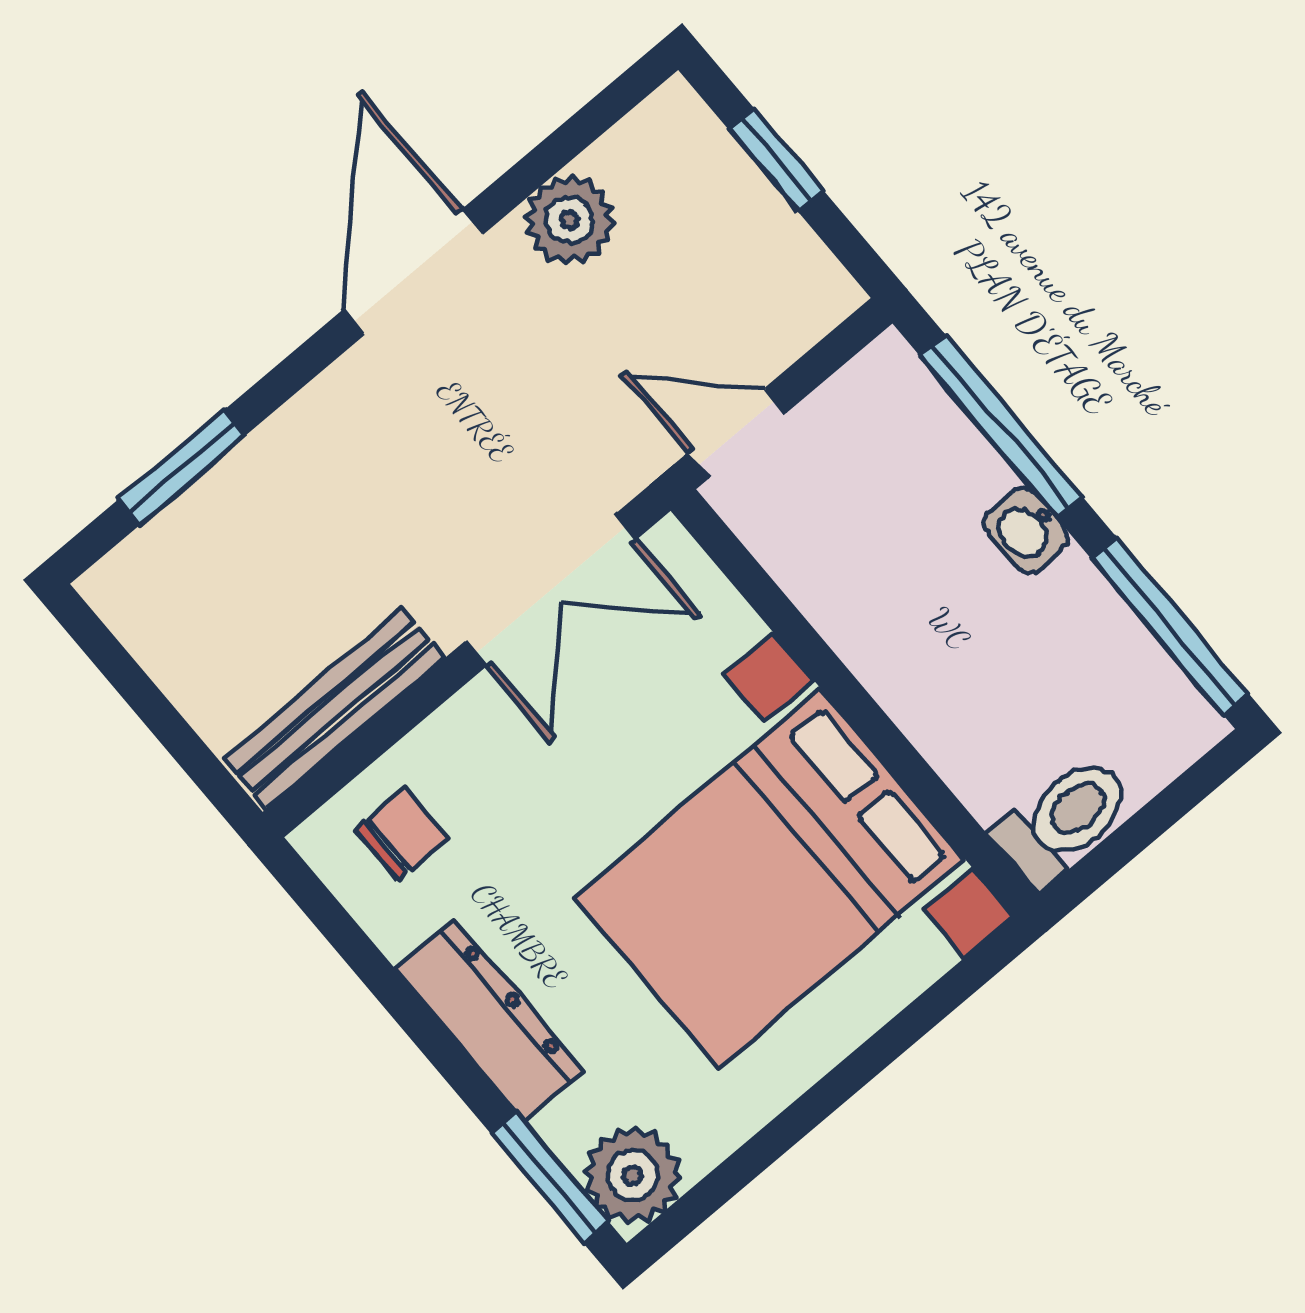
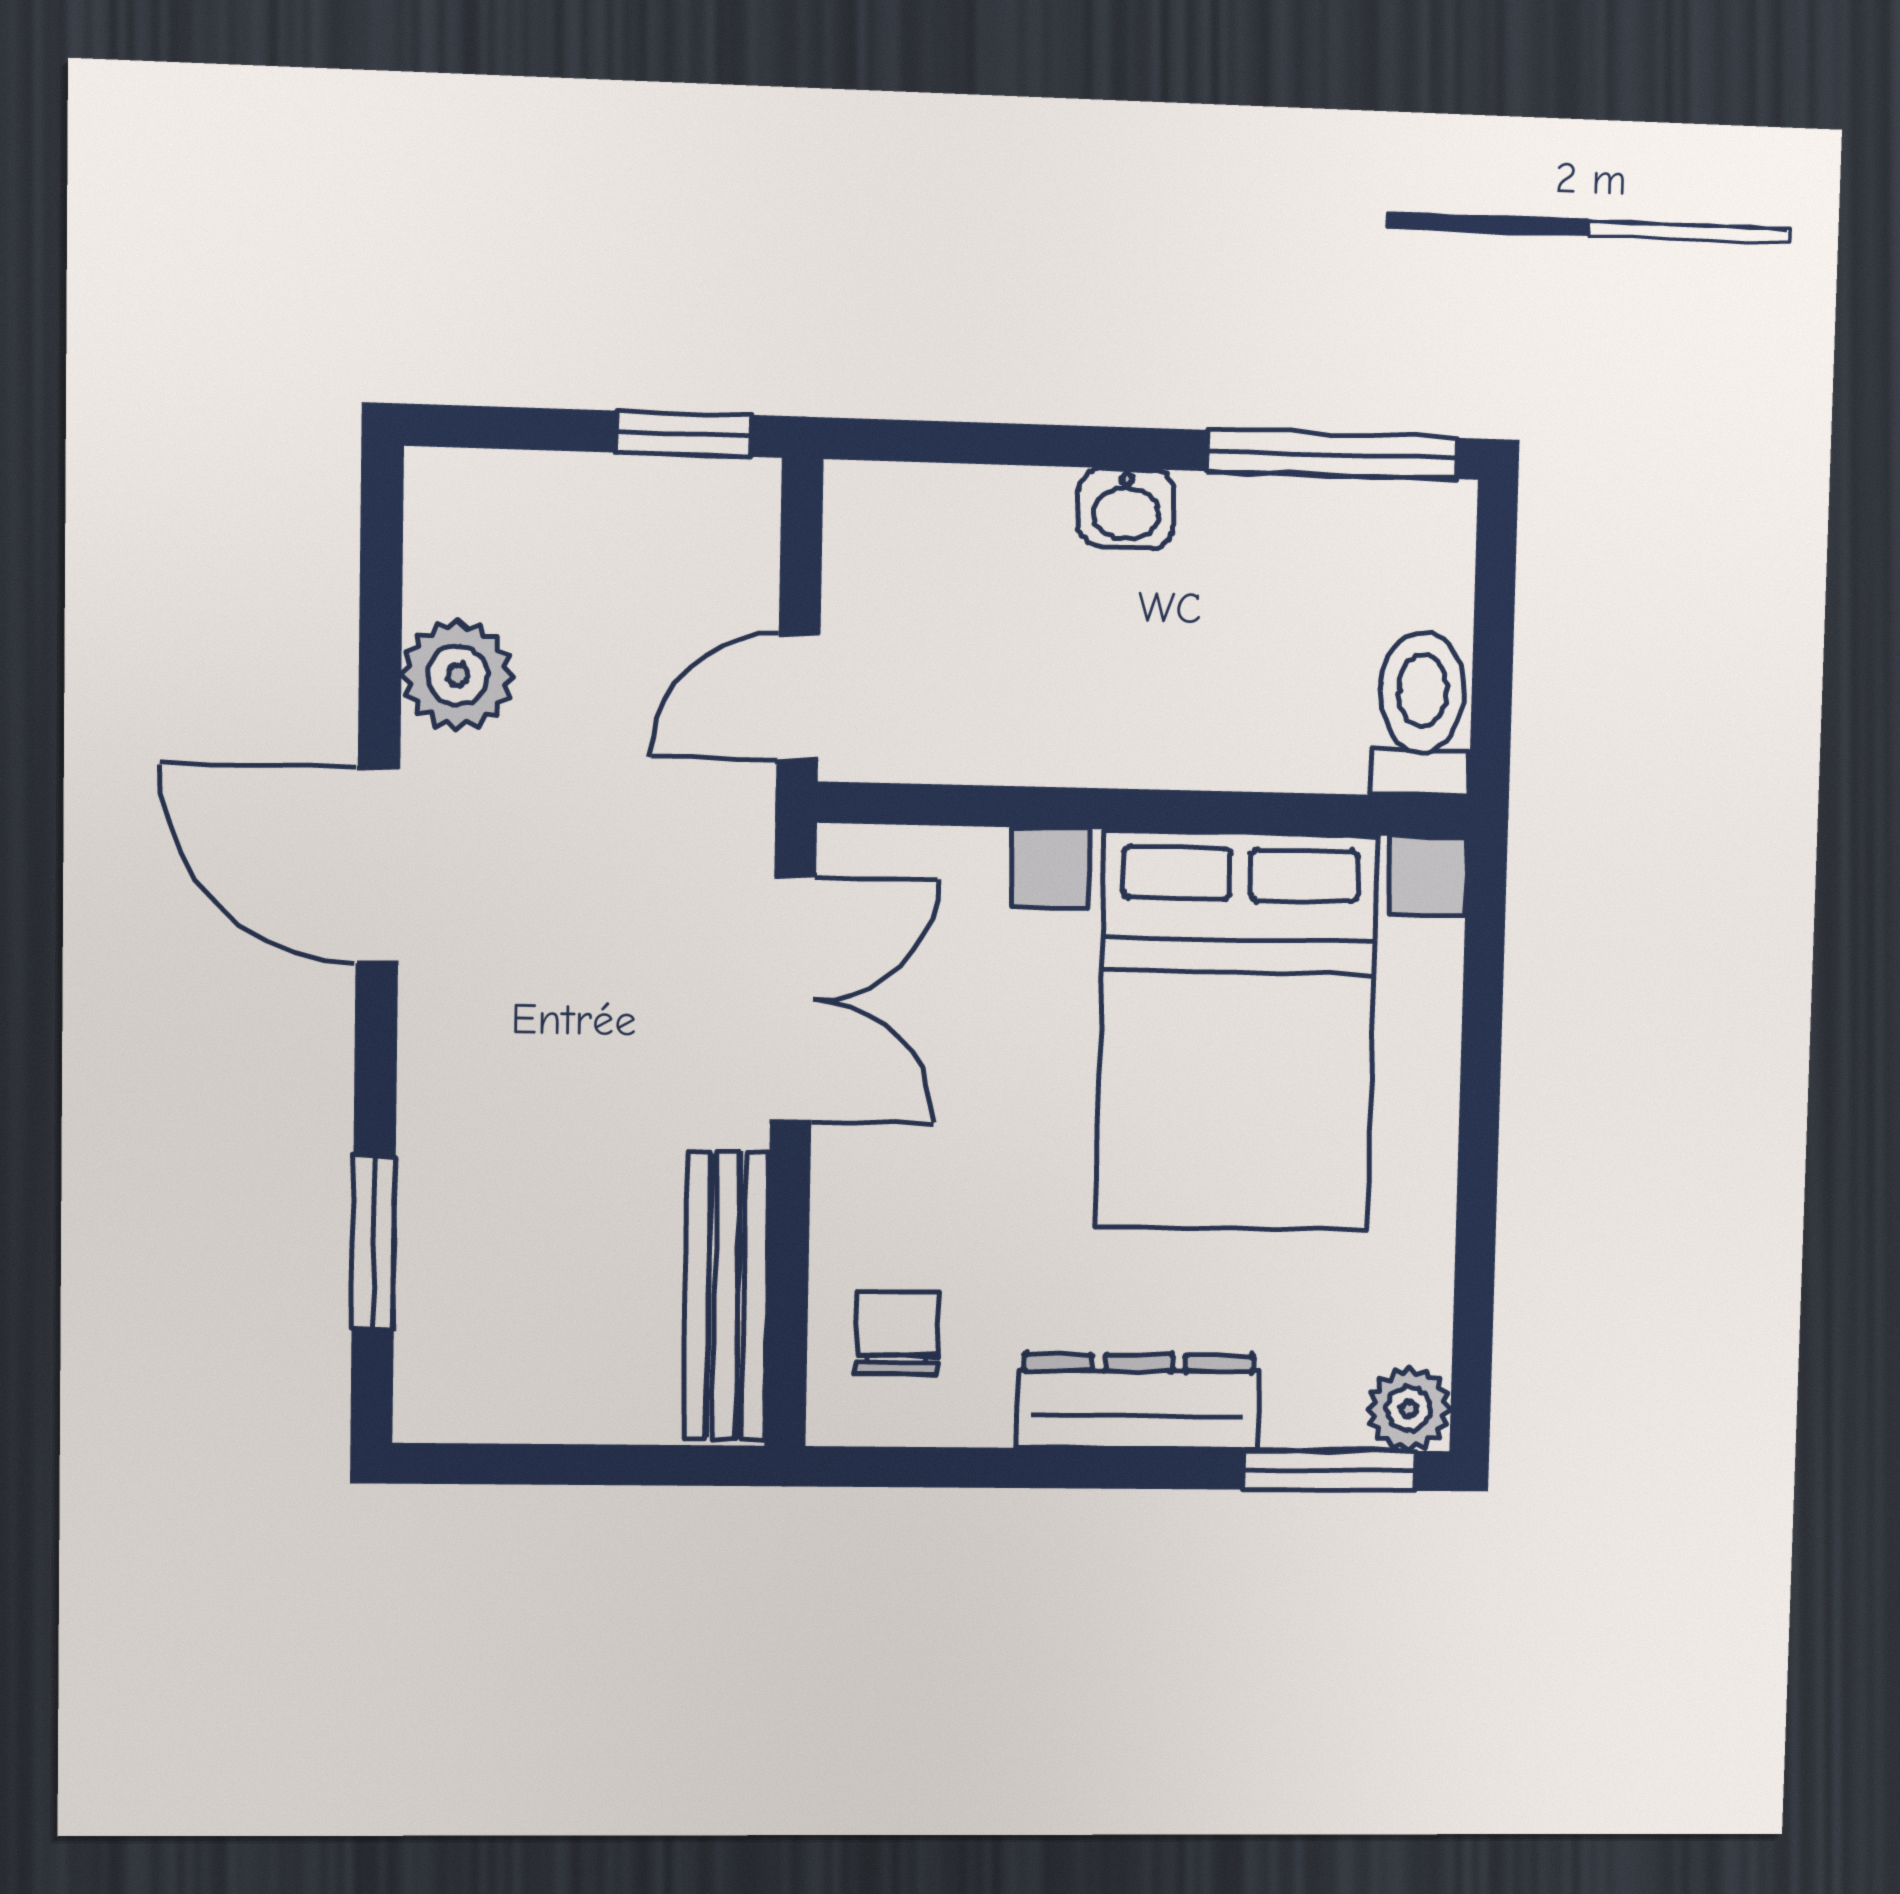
window: (776, 160) -> (684, 434), moved
window: (1001, 426) -> (1009, 444), removed
plant: (632, 1175) -> (1409, 1409), width x0.73, depth x0.73

